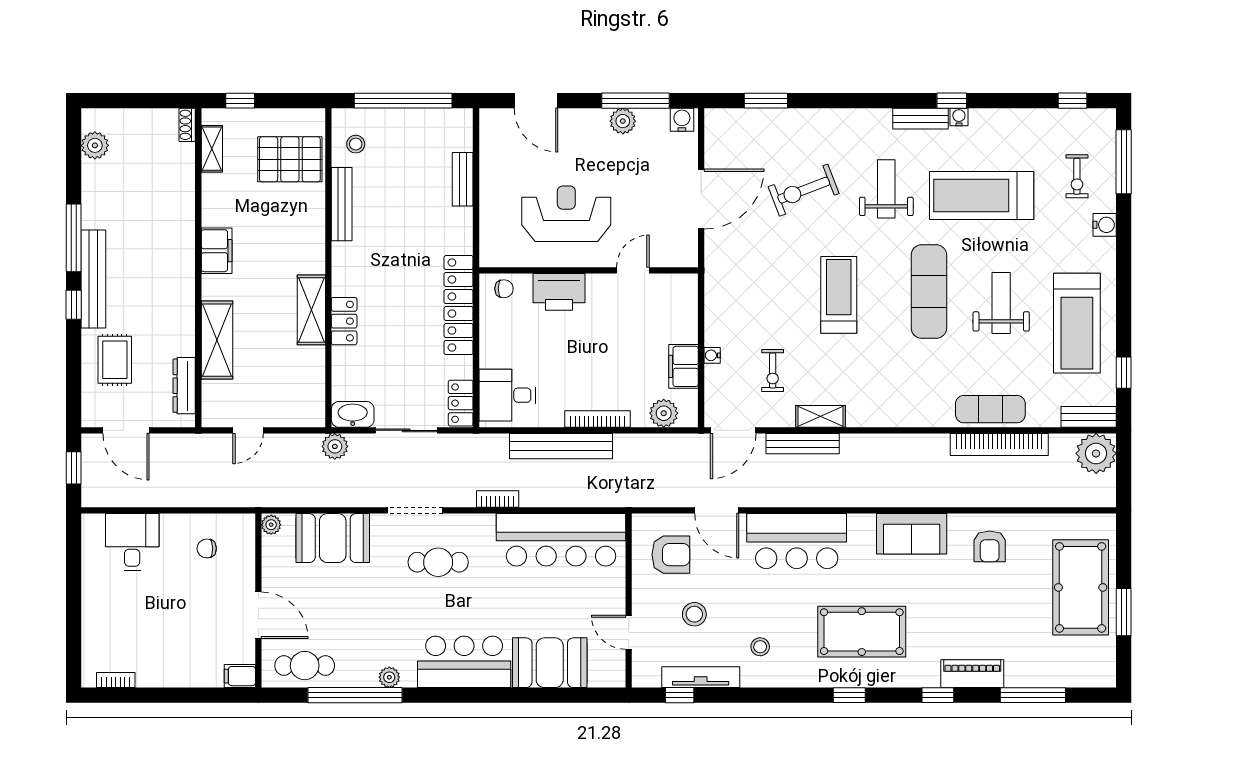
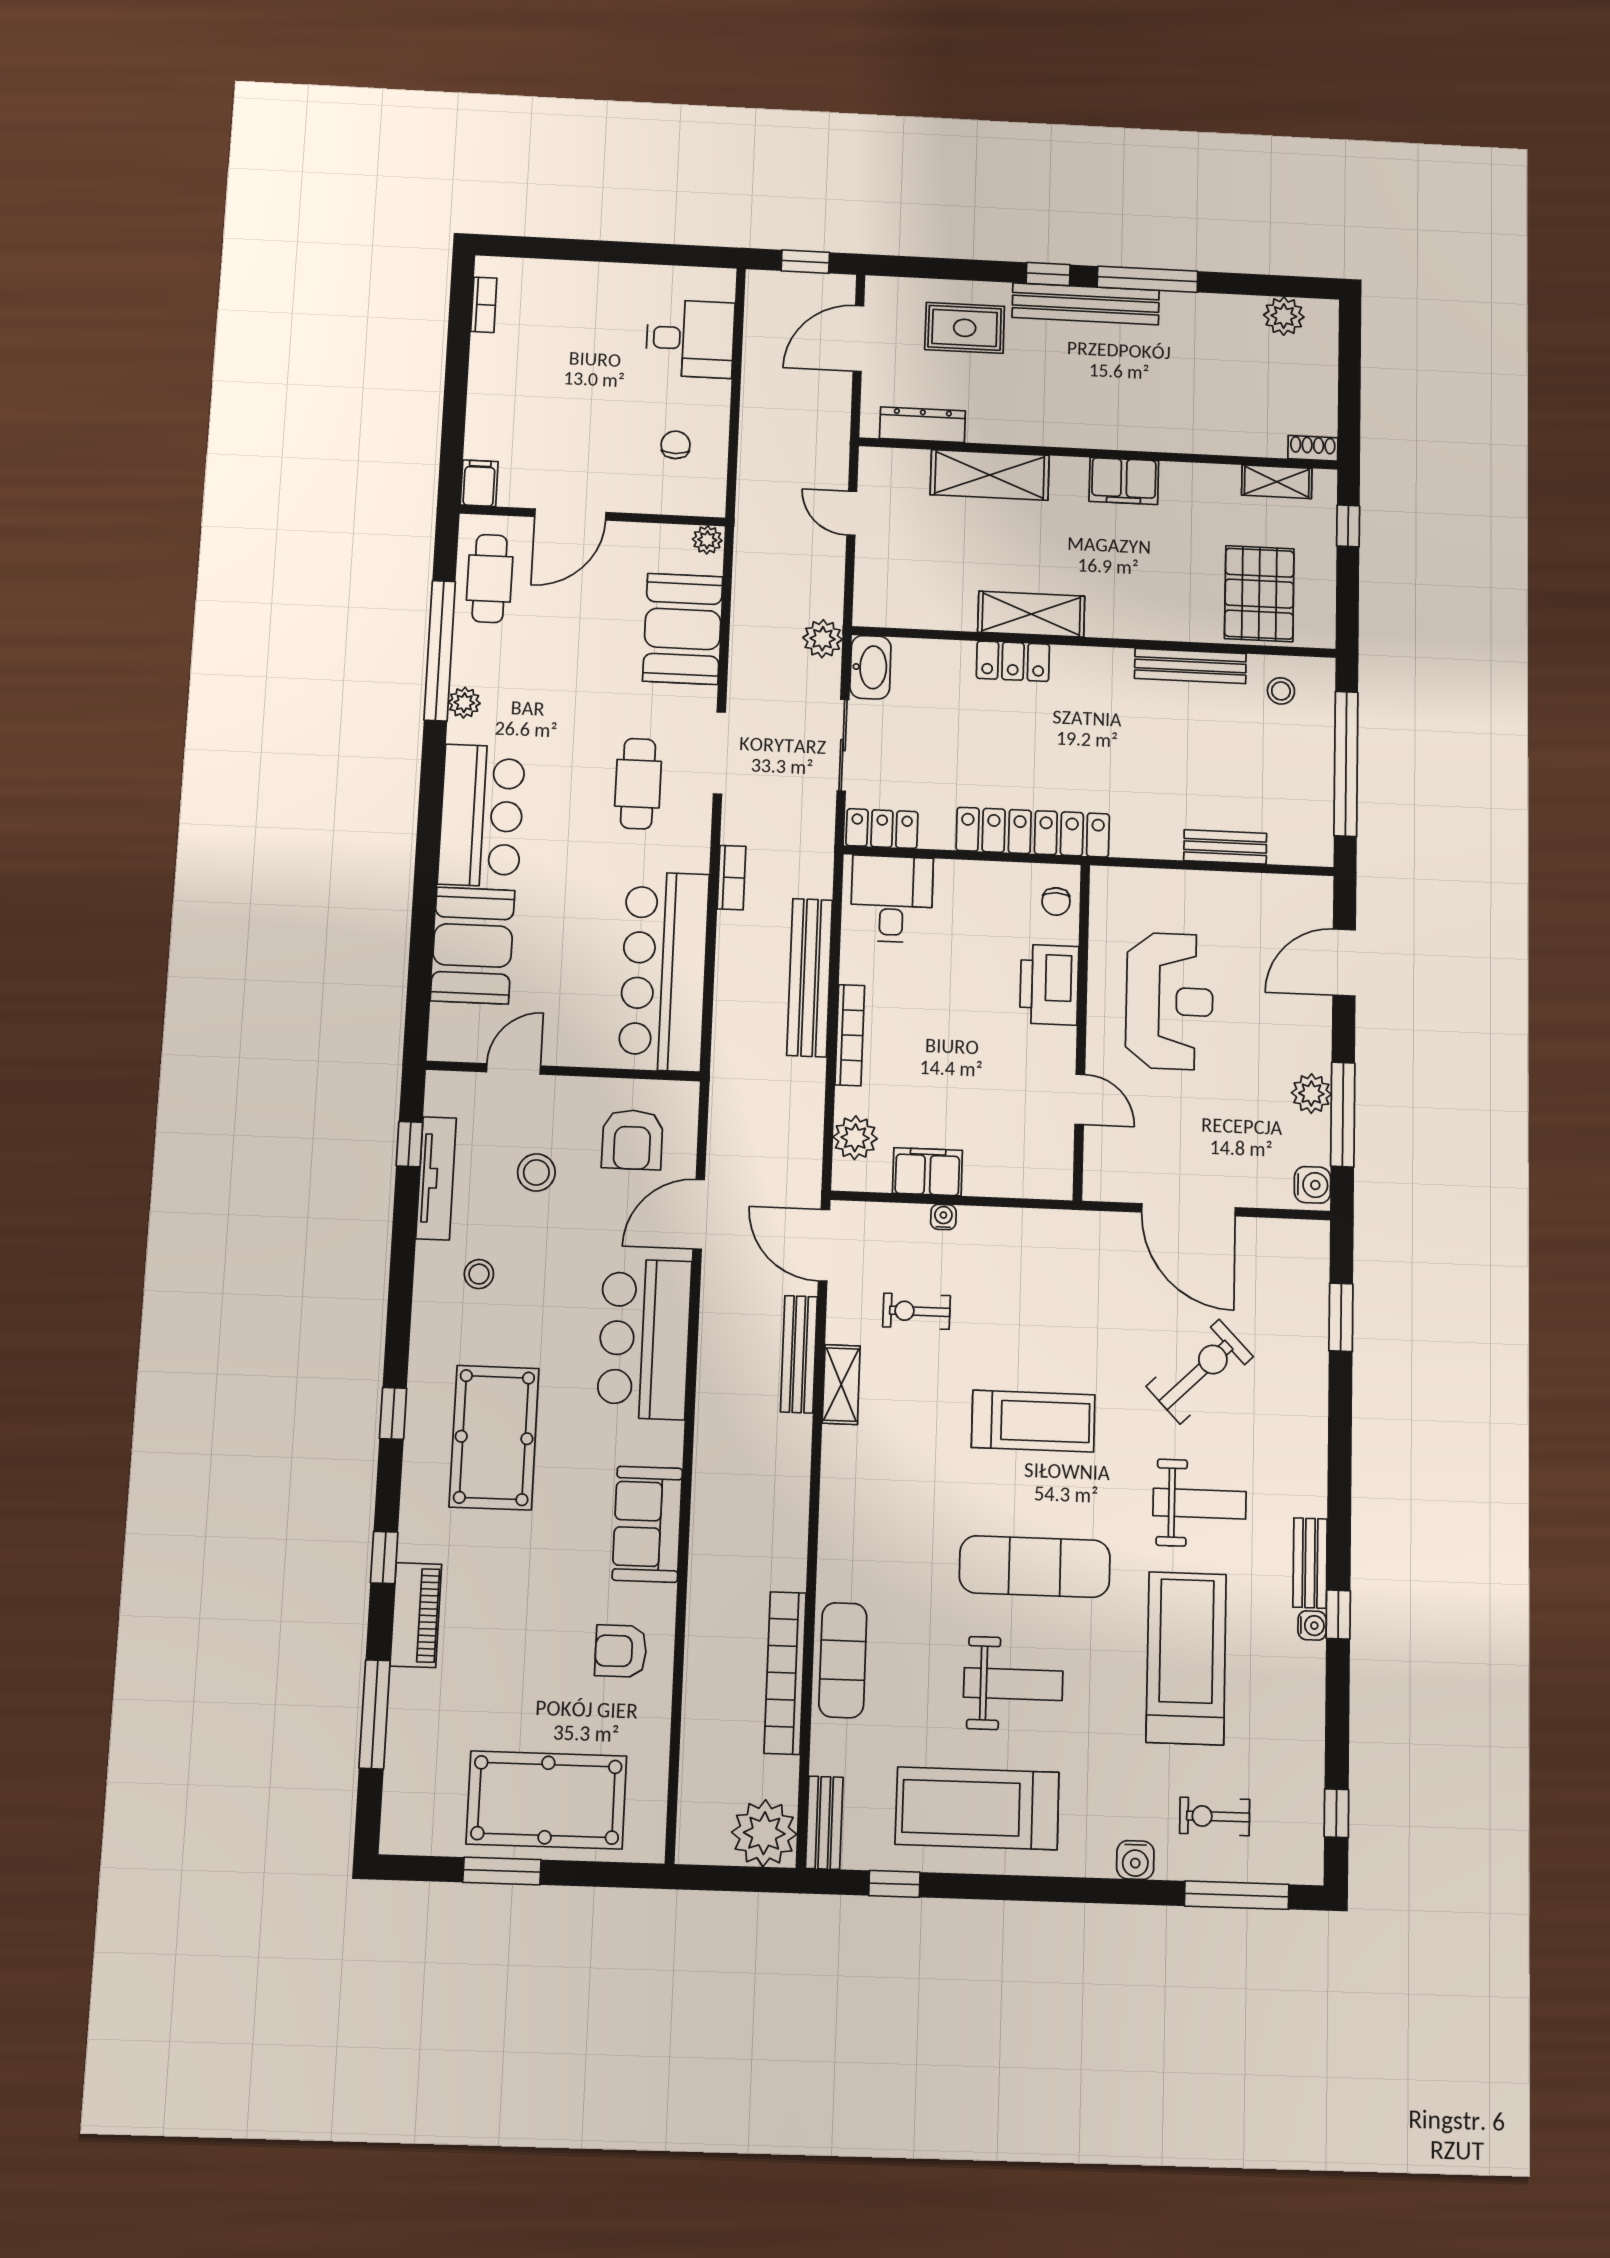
exercise bike: (804, 190) -> (1200, 1372), turned 67

